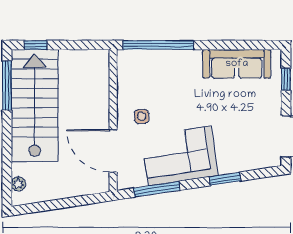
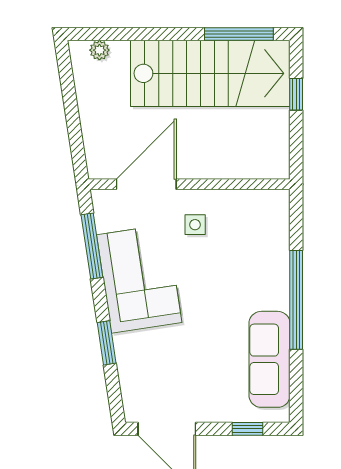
window: (35, 45) -> (296, 94), moved
window: (158, 45) -> (296, 300), moved

